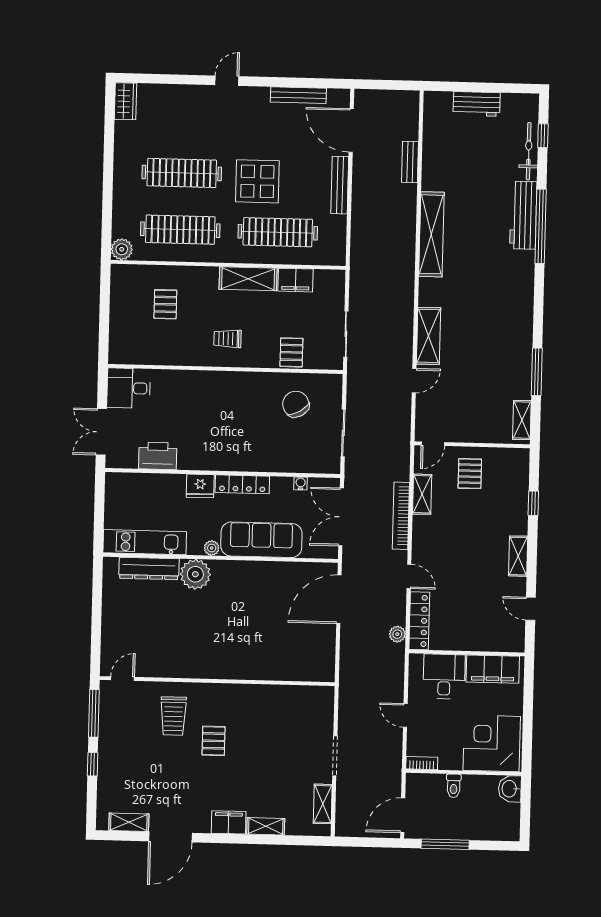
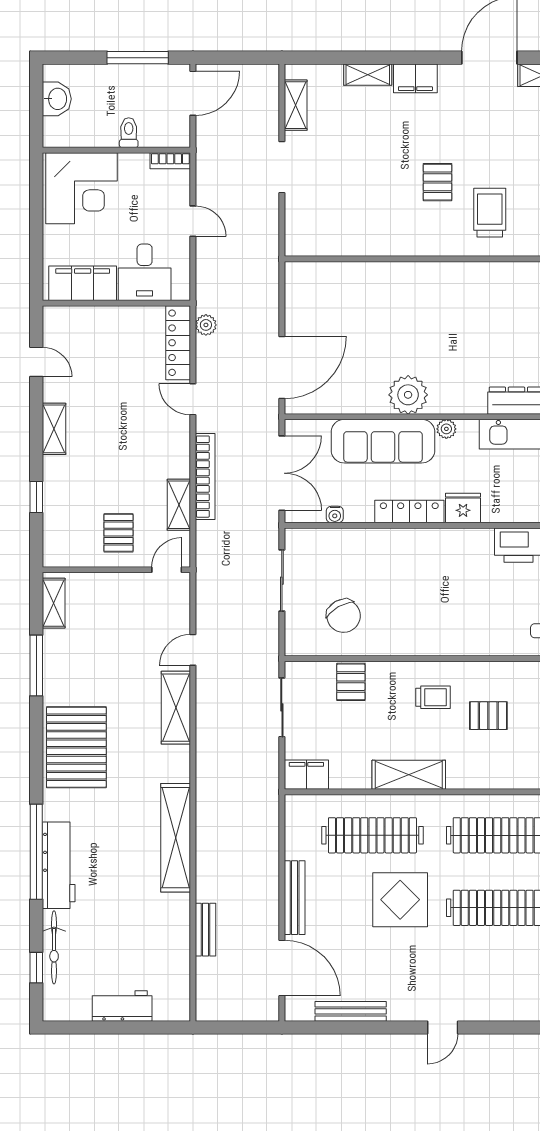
filing cabinet: (295, 280) -> (306, 775), moved
pallet: (165, 304) -> (488, 716), moved, turned 90
pallet: (507, 307) -> (76, 747), added
plant: (195, 574) -> (408, 395), moved
washbasin: (510, 789) -> (57, 99), moved

